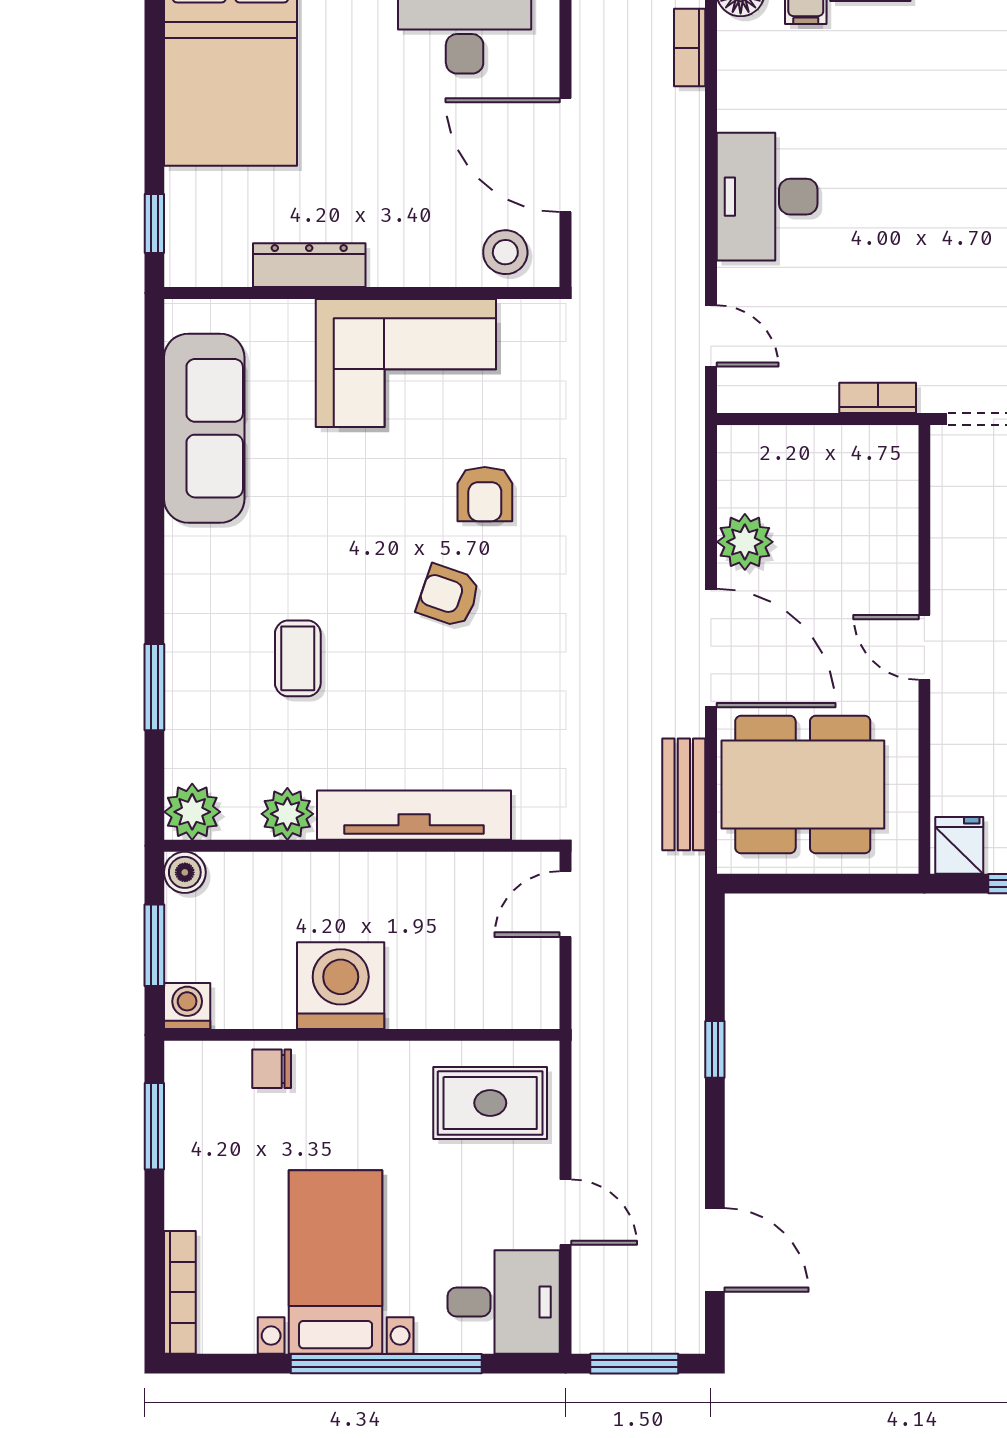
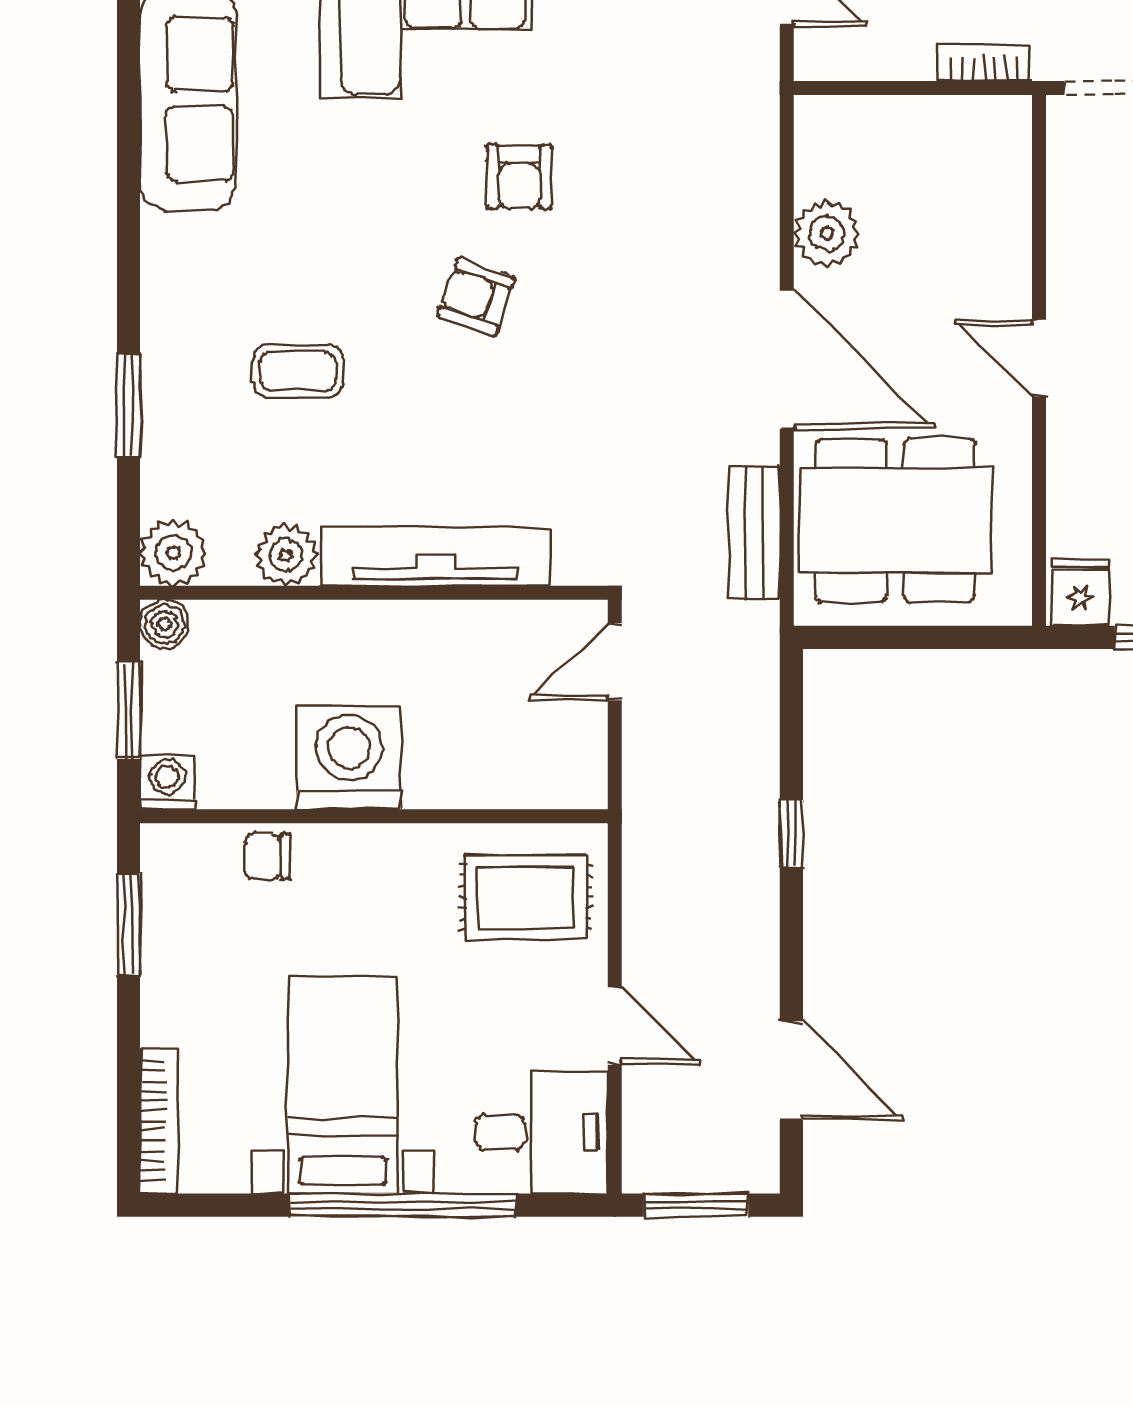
coffee table: (298, 658) -> (298, 371), turned 90

